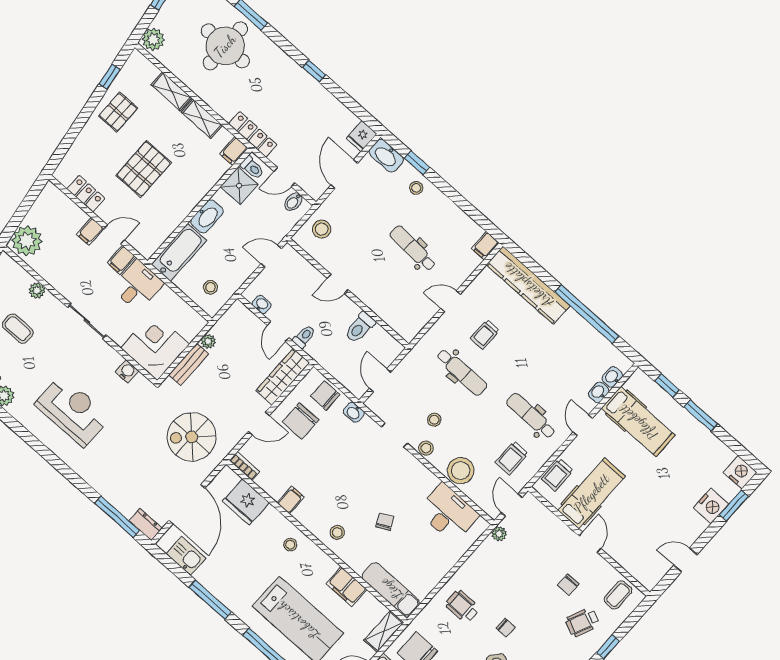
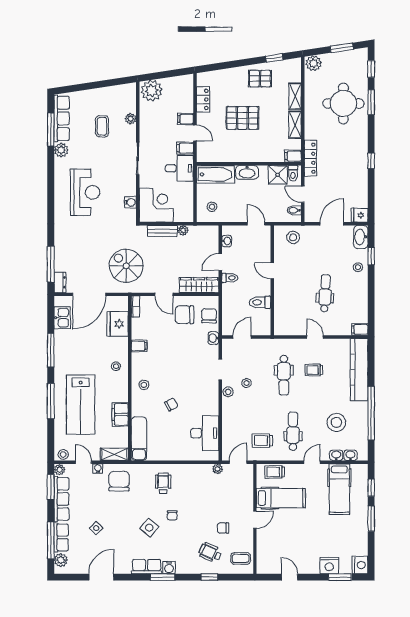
stool: (461, 471) -> (336, 422), moved

